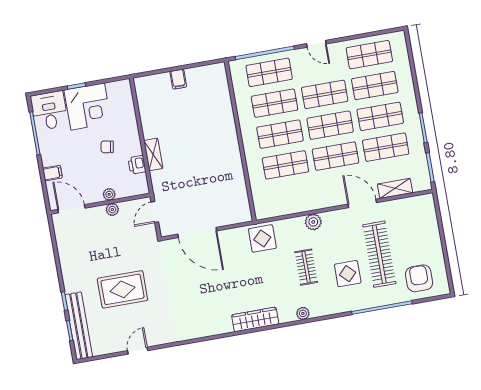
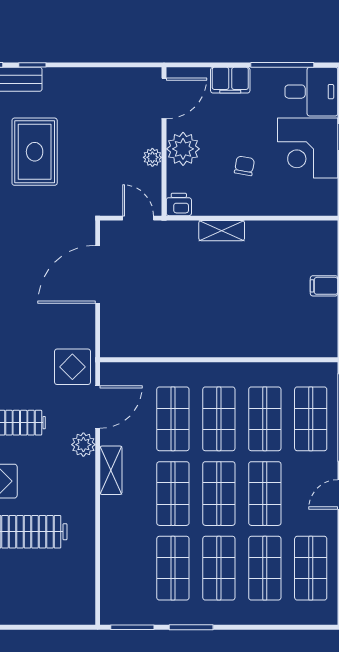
printer: (137, 165) -> (179, 204), moved
filing cabinet: (52, 173) -> (230, 80), width x2.00
shelving: (395, 188) -> (111, 470), moved
plant: (109, 194) -> (183, 149), width x1.88, depth x1.88
door: (362, 203) -> (98, 407), moved

